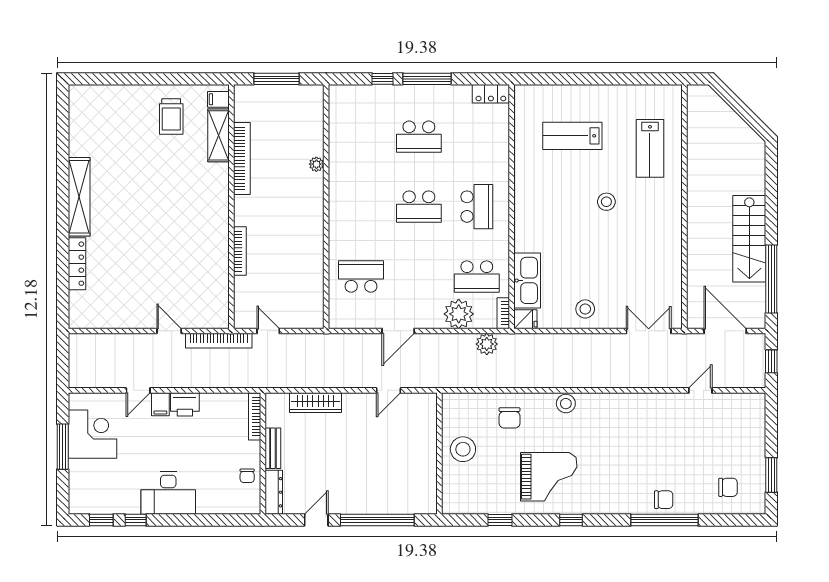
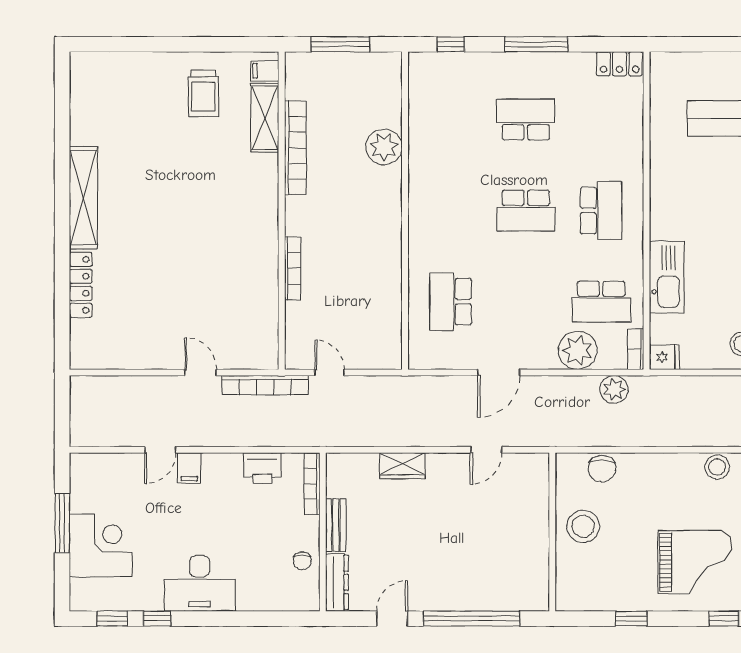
window: (382, 79) -> (451, 44), moved
school desk: (419, 137) -> (526, 120), turned 180
plant: (316, 164) -> (384, 147), width x1.87, depth x1.87
school desk: (361, 277) -> (450, 302), turned -90
kitchen sink: (527, 280) -> (667, 277), moved
wardrobe: (315, 403) -> (402, 466), width x0.67
printer: (185, 404) -> (262, 468), moved
chair: (510, 418) -> (602, 469), moved
corner desk: (92, 434) -> (101, 545), moved

